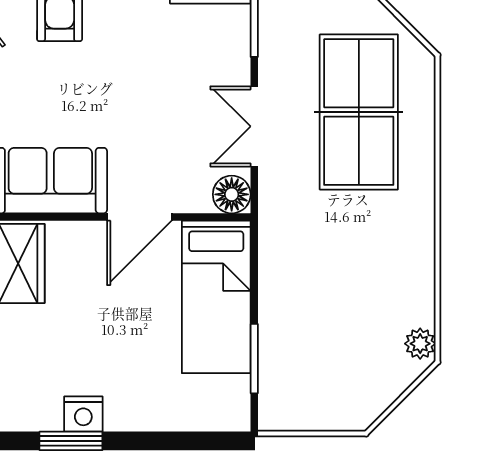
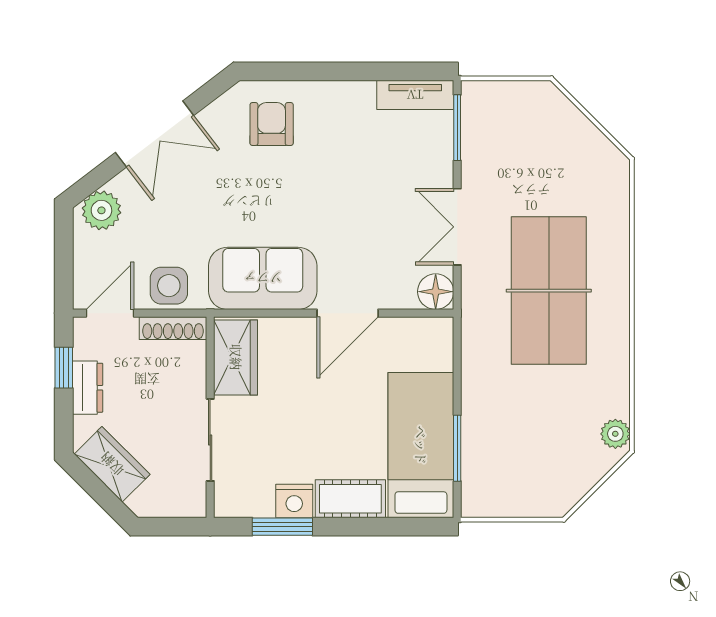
table tennis table: (359, 112) -> (549, 291), moved
bed: (216, 297) -> (421, 445), moved, turned 180
cot: (142, 412) -> (350, 499), added

